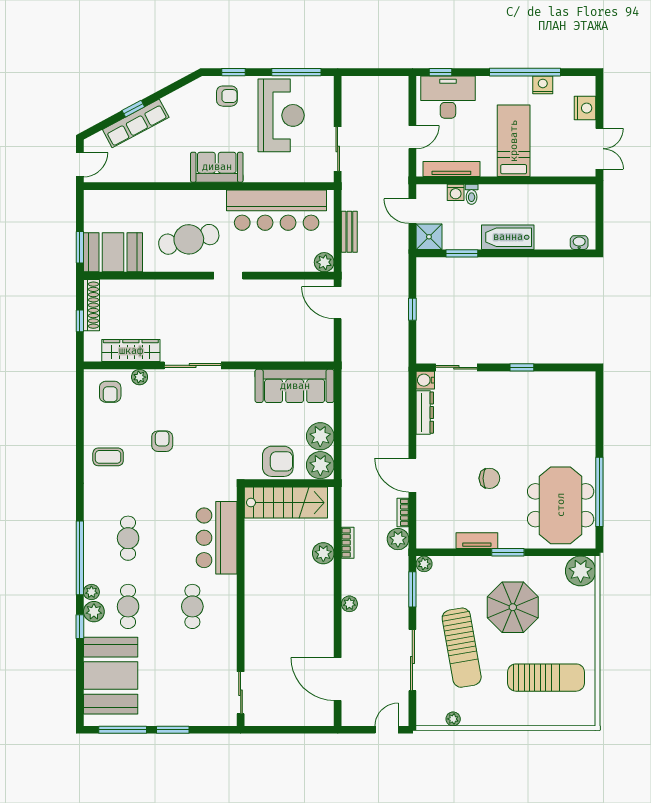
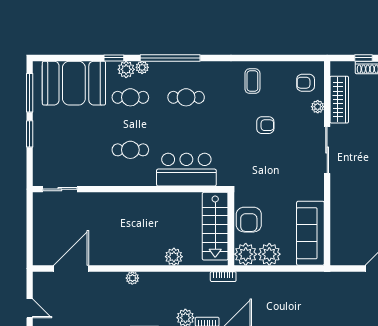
bookcase: (348, 543) -> (223, 277), moved

